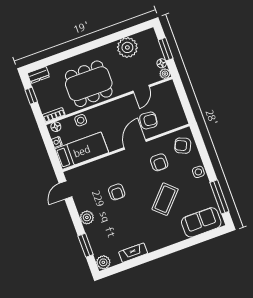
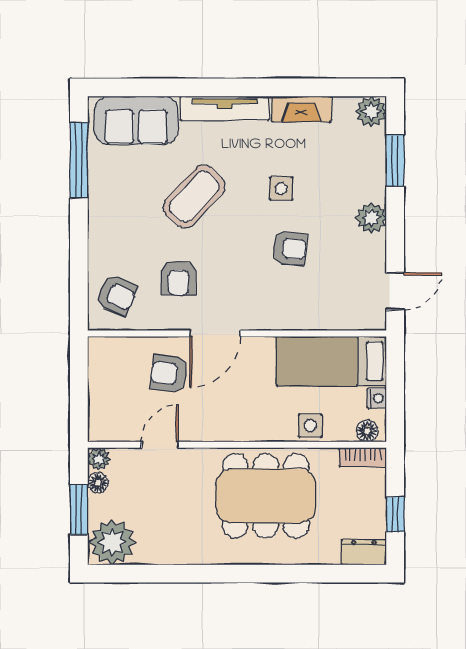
plant: (127, 47) -> (112, 542), moved
armchair: (159, 162) -> (178, 278), turned 180
side table: (198, 172) -> (281, 189), moved
armchair: (117, 192) -> (290, 248), turned 96
tv unit: (166, 241) -> (225, 108), added

